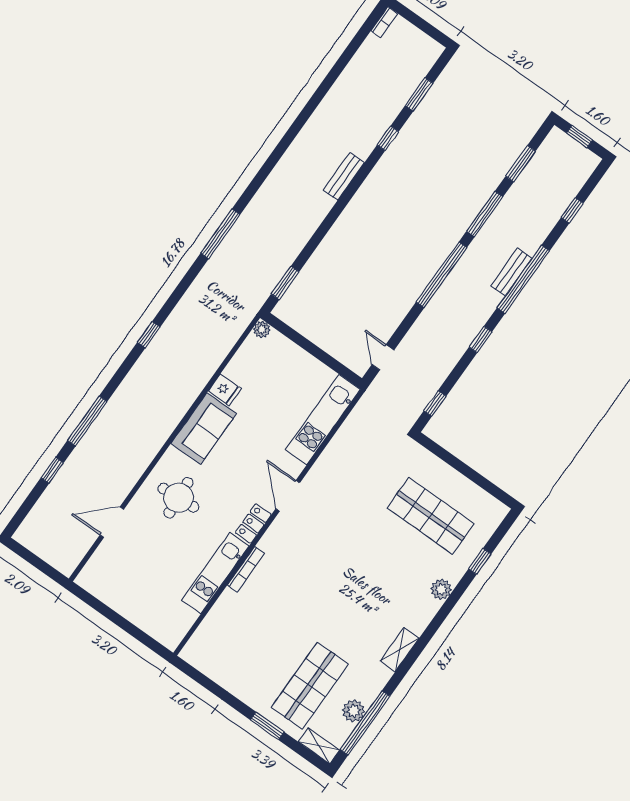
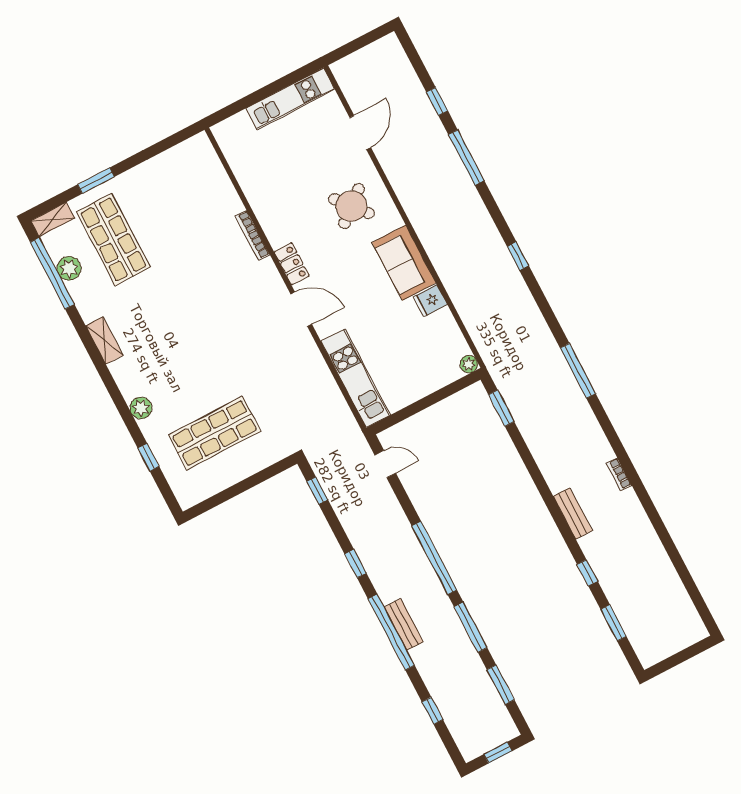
bookcase: (384, 22) -> (619, 474), moved
round table: (178, 498) -> (351, 206), turned -36
kitchen unit: (215, 573) -> (290, 99), moved, turned 90

